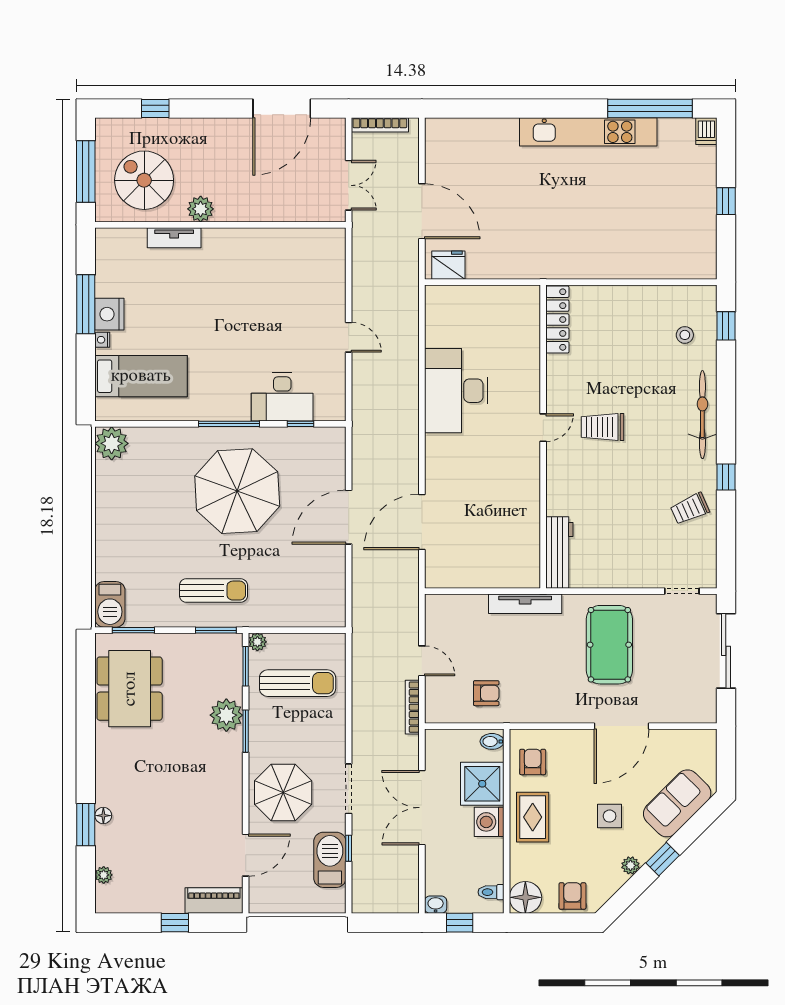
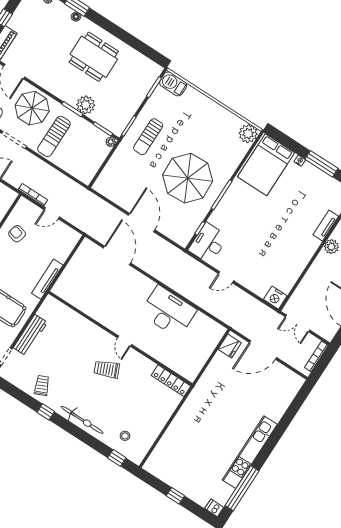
nightstand: (109, 314) -> (275, 298), moved, turned 180
bed: (141, 376) -> (266, 165), width x1.50
desk: (282, 397) -> (208, 243), moved
trolley: (603, 427) -> (107, 369), turned -113
workbench: (559, 552) -> (30, 335), moved, turned -90
sun lounger: (298, 683) -> (54, 136), moved
dining table: (130, 689) -> (94, 57), moved
armchair: (486, 693) -> (17, 234), turned 105

